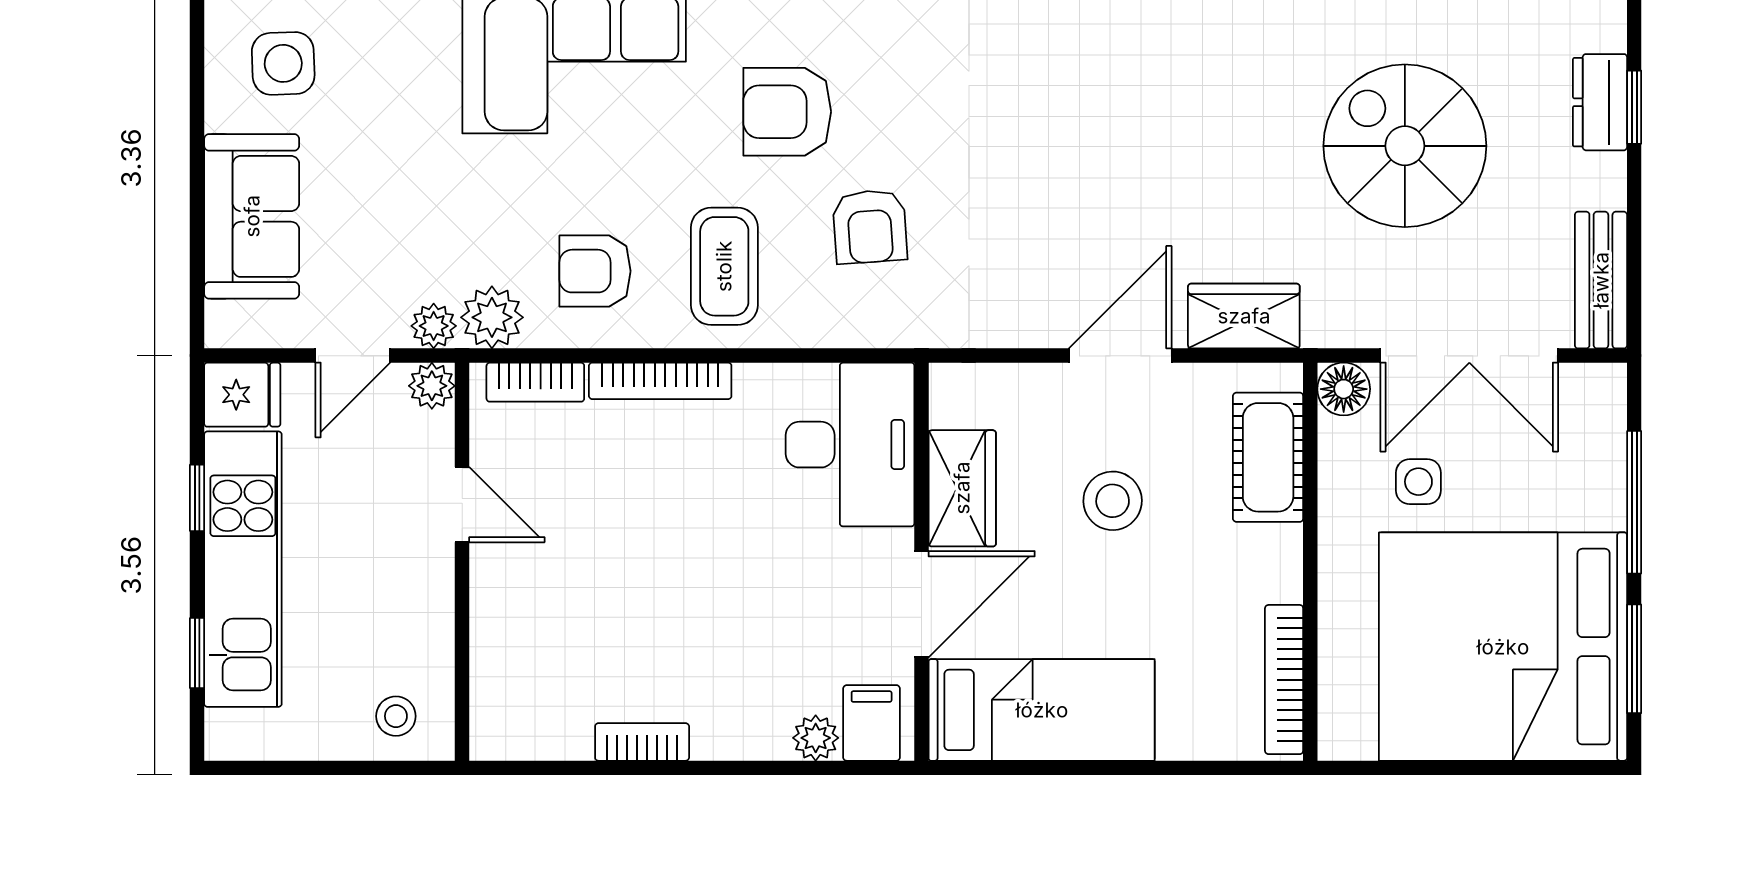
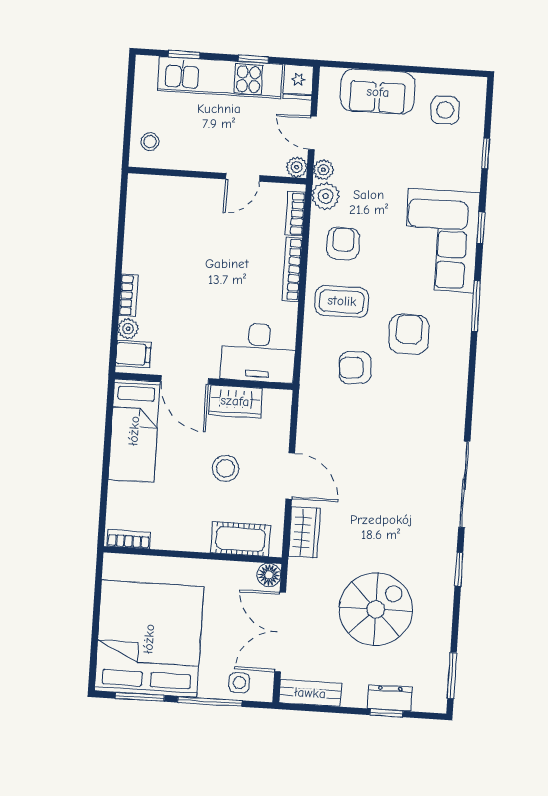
side table: (1418, 482) -> (239, 683), moved
bookcase: (1284, 680) -> (129, 539), width x0.64
bookcase: (642, 742) -> (128, 295), moved

